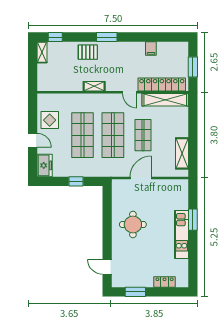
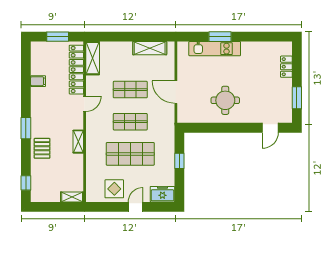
shelving: (42, 52) -> (72, 197), moved
shelving: (165, 100) -> (93, 58), width x0.68
shop shelf: (113, 135) -> (130, 122), width x0.70, depth x0.74
kitchen unit: (182, 235) -> (215, 49), moved

